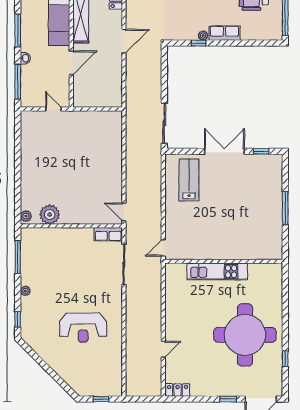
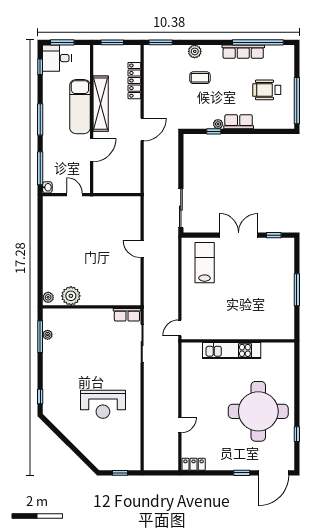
washbasin: (25, 58) -> (47, 187), moved
door: (124, 212) -> (142, 249), moved
plant: (25, 291) -> (48, 335), moved

